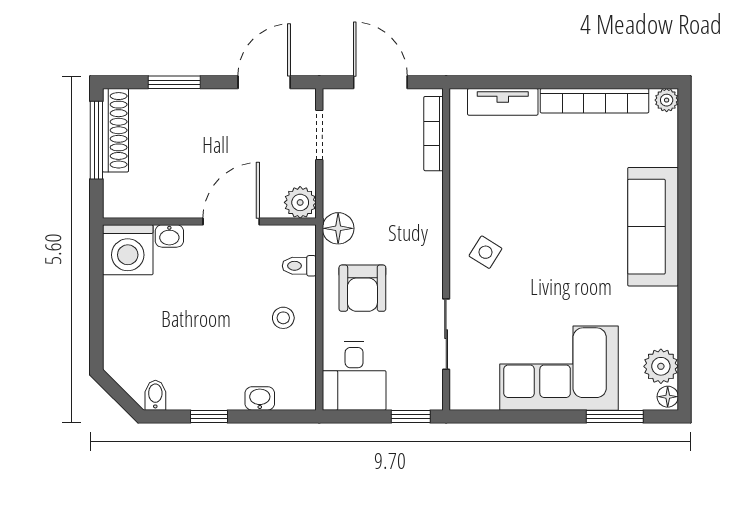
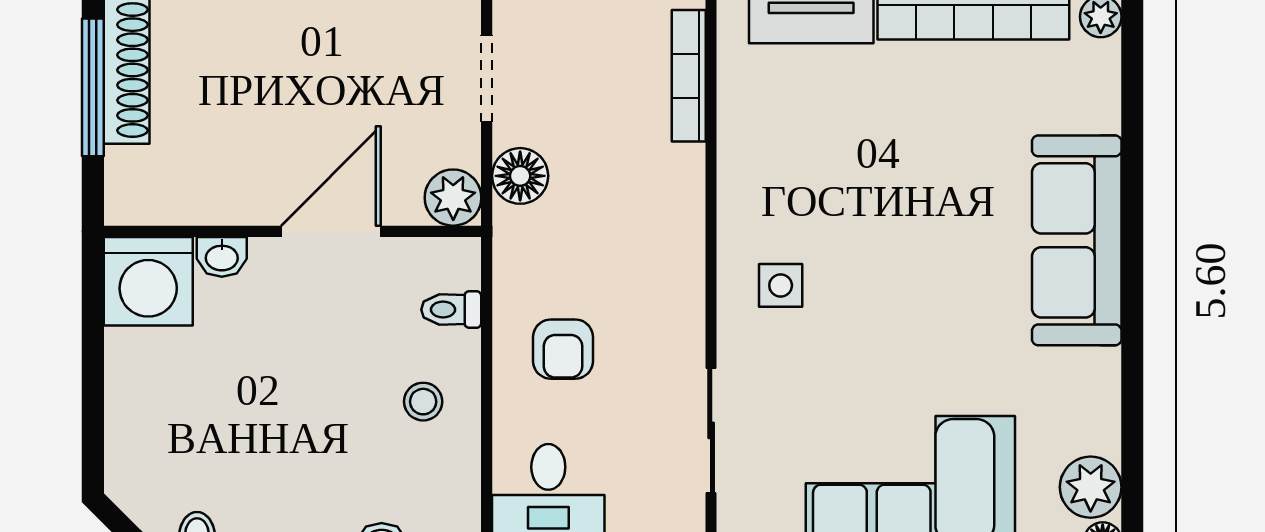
floor lamp: (338, 228) -> (520, 176), moved
side table: (485, 252) -> (781, 285), turned -32
armchair: (362, 288) -> (563, 349), width x0.72, depth x0.72

